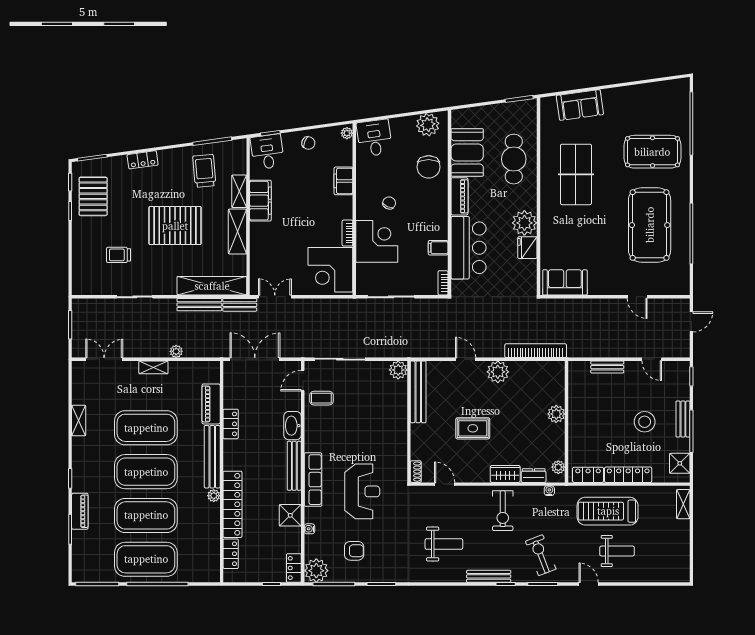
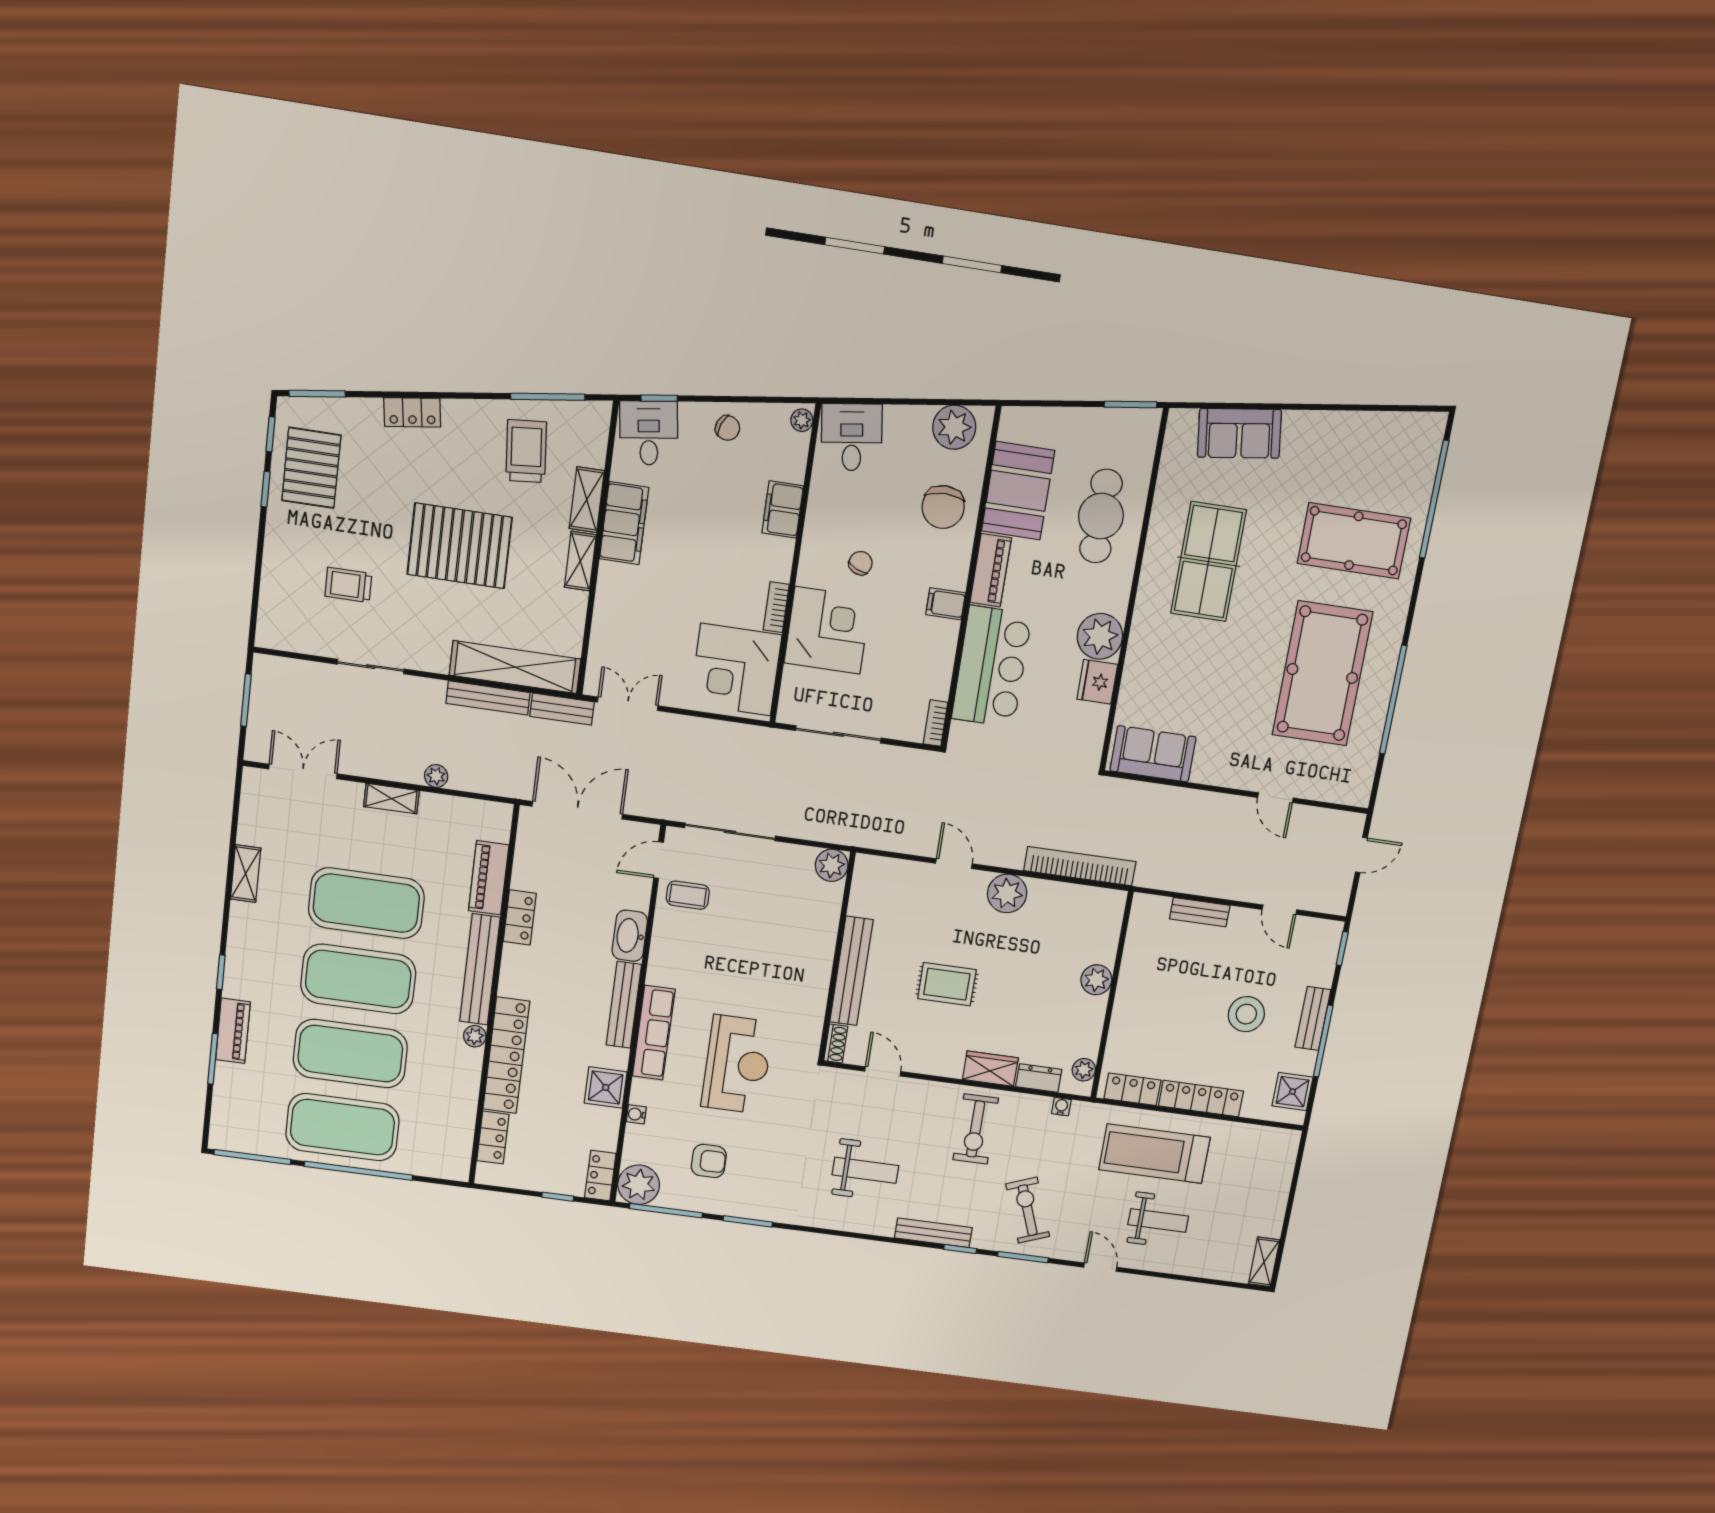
shelving: (238, 232) -> (580, 561), width x0.67, depth x0.75
filing cabinet: (438, 248) -> (946, 604), moved
bench: (418, 392) -> (851, 971), moved
shelving: (683, 504) -> (1264, 1262), moved

